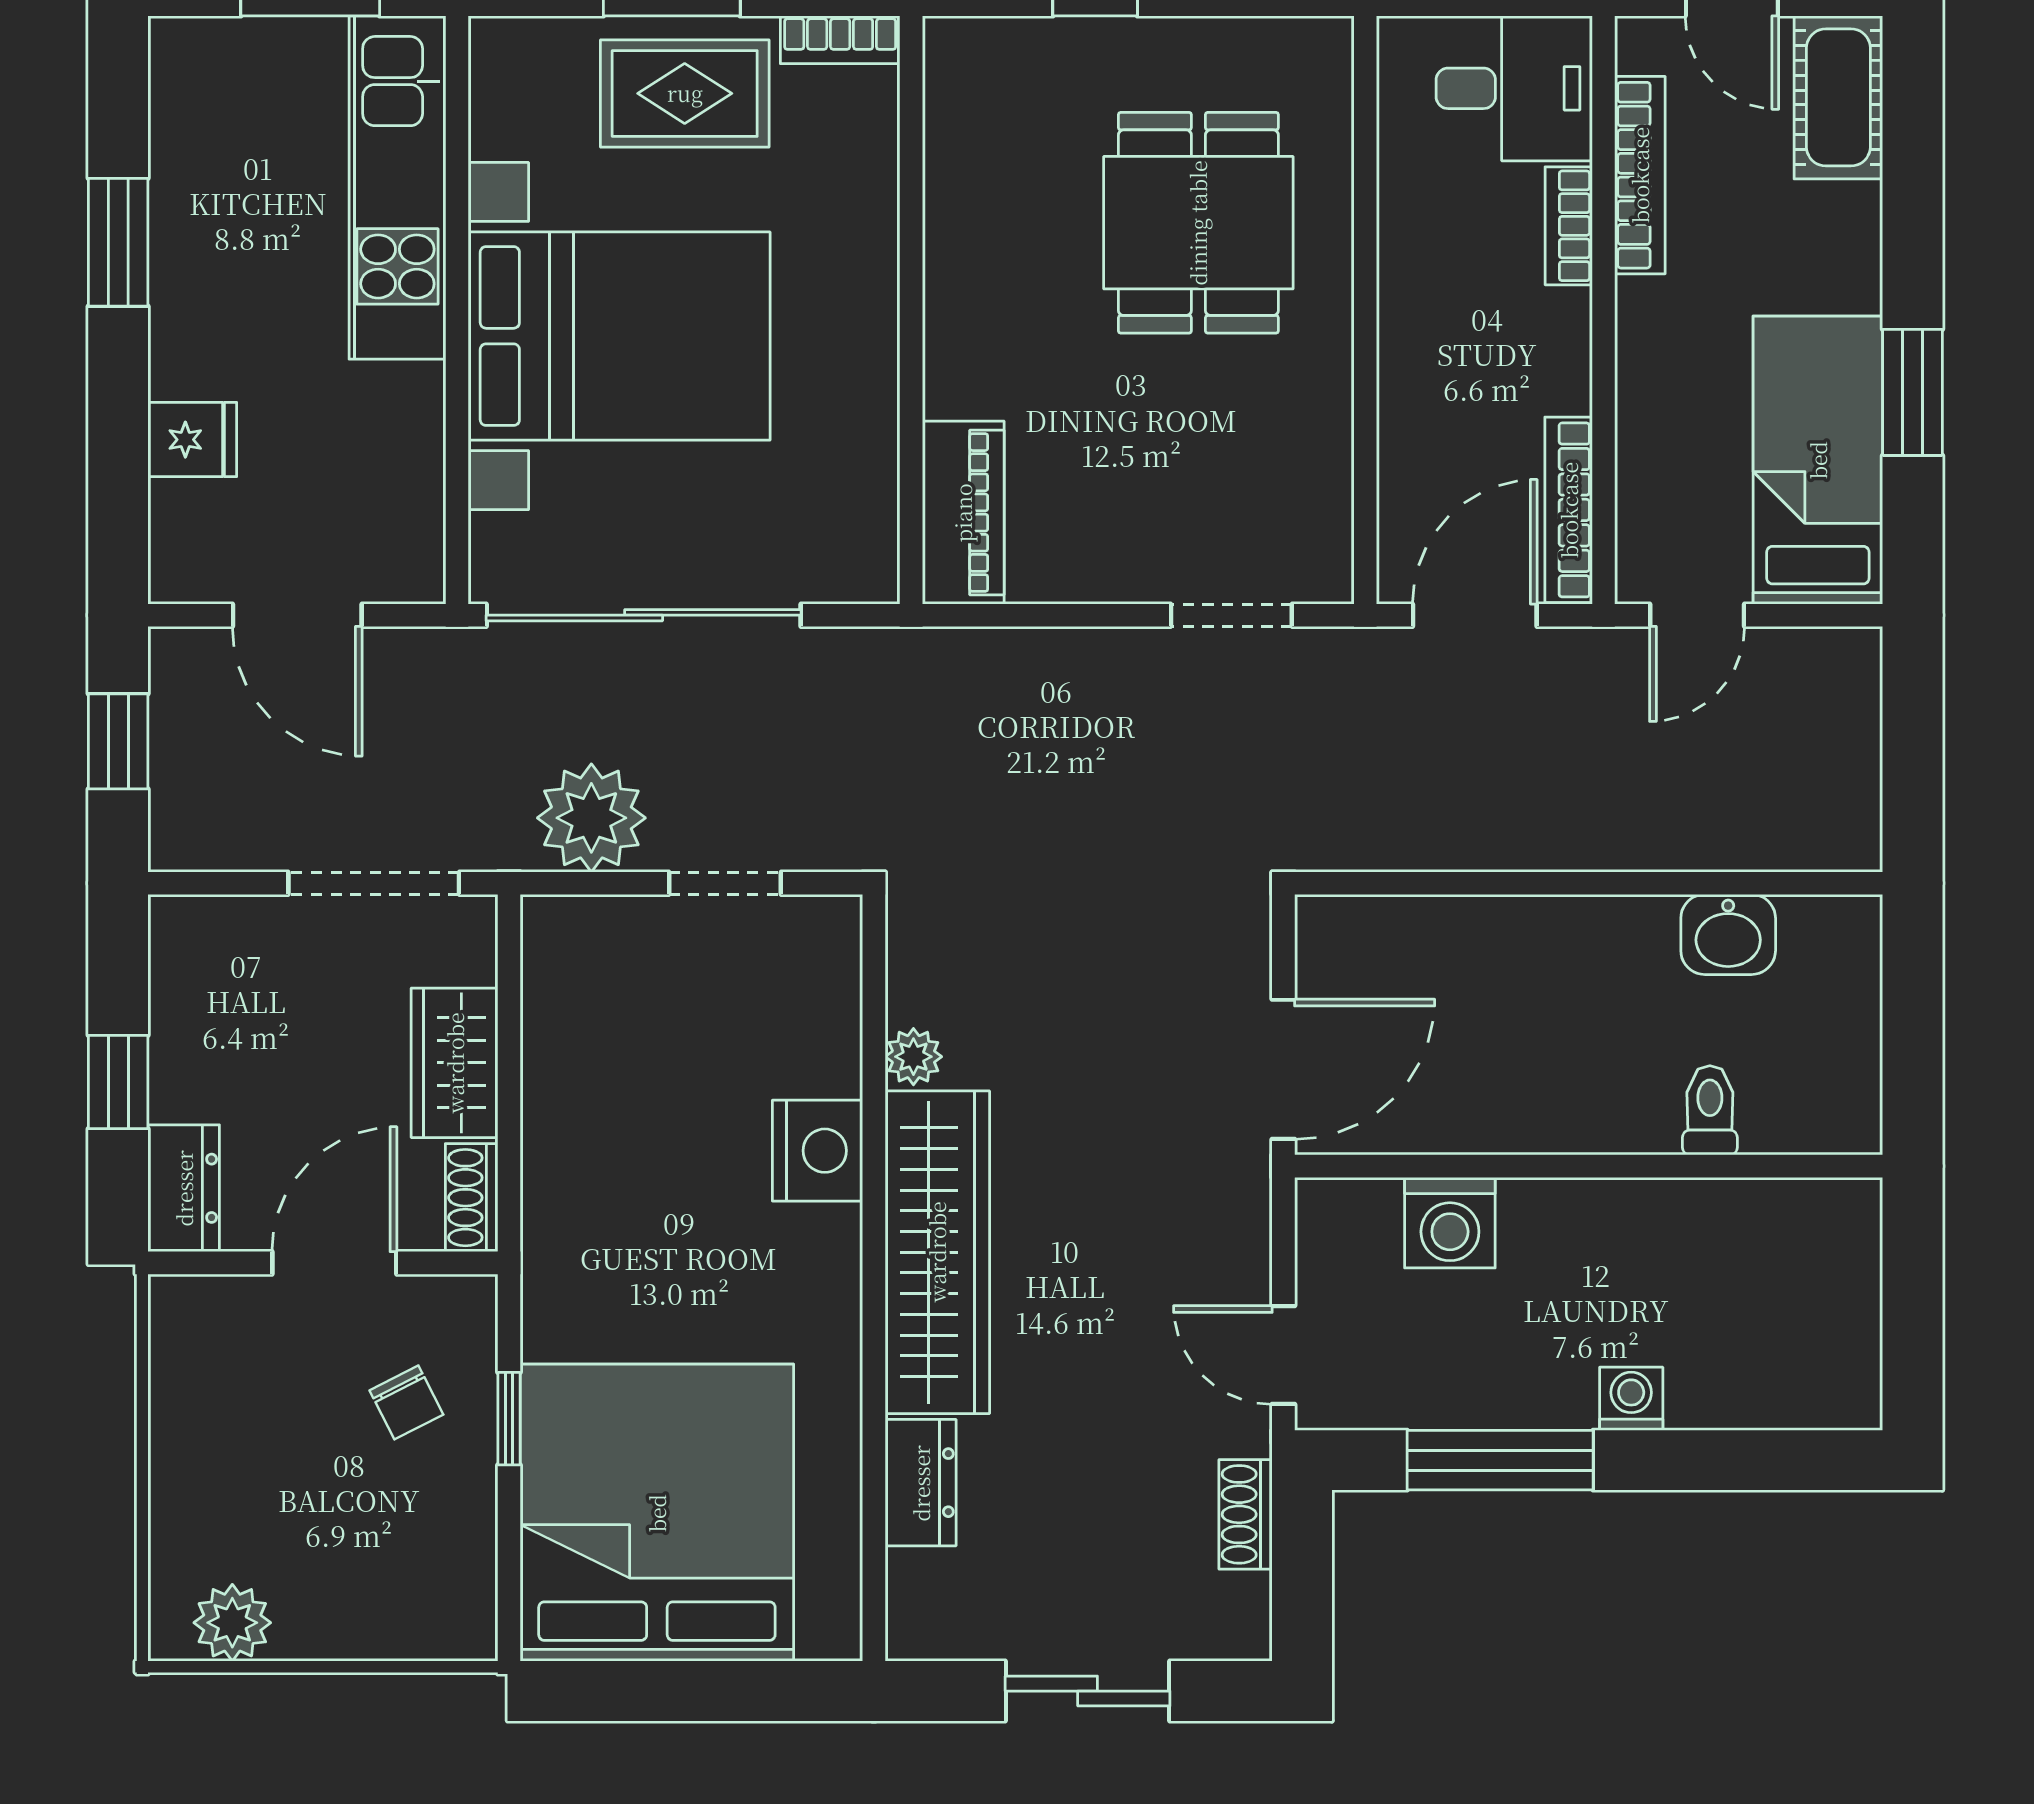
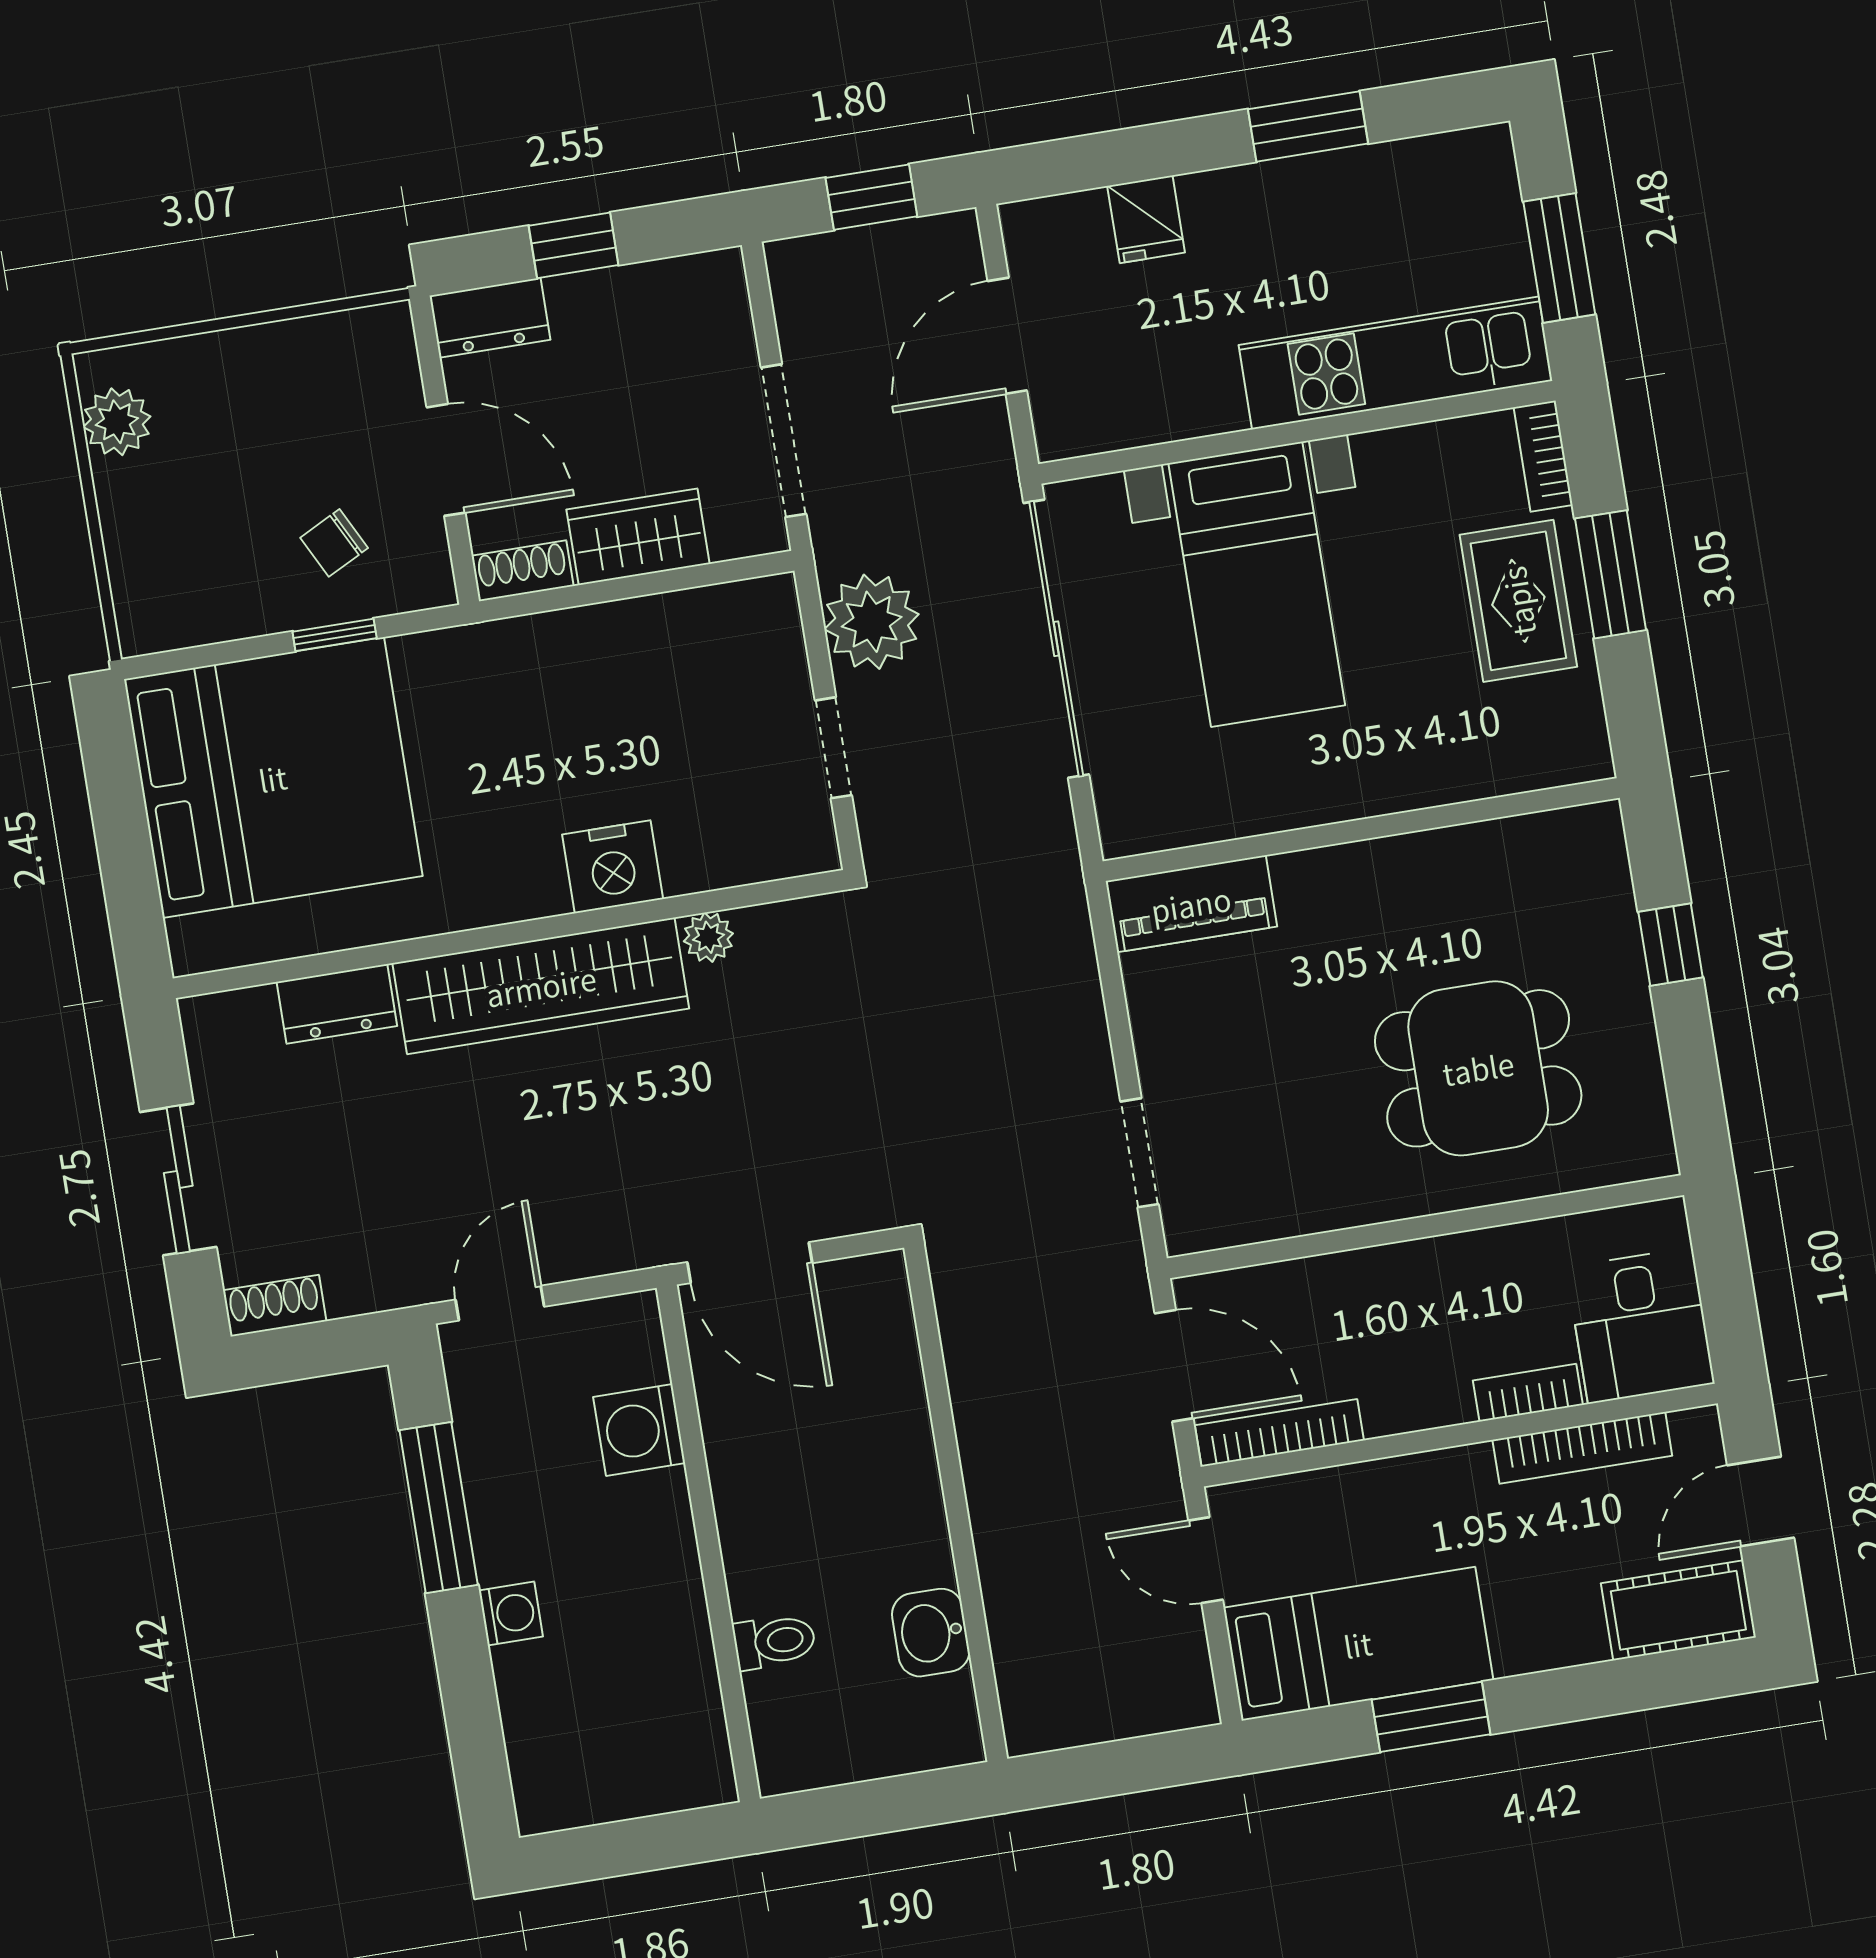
bookcase: (840, 40) -> (1543, 456), moved
bed with nightstands: (619, 336) -> (1257, 584), width x0.73
shoe rack: (1246, 1514) -> (275, 1306), moved

